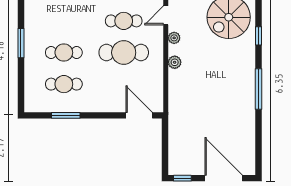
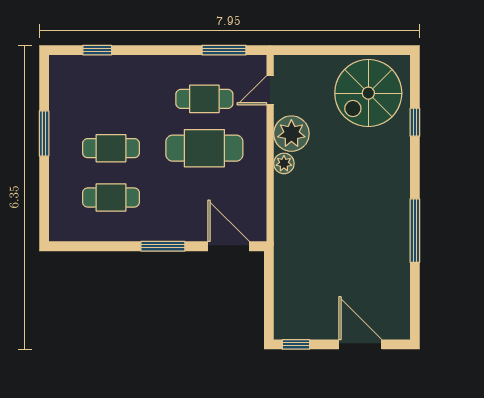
plant: (174, 38) -> (291, 134), width x1.88, depth x1.88
window: (258, 89) -> (415, 231), moved
window: (66, 115) -> (163, 246), moved
door: (224, 178) -> (360, 344), width x0.73

